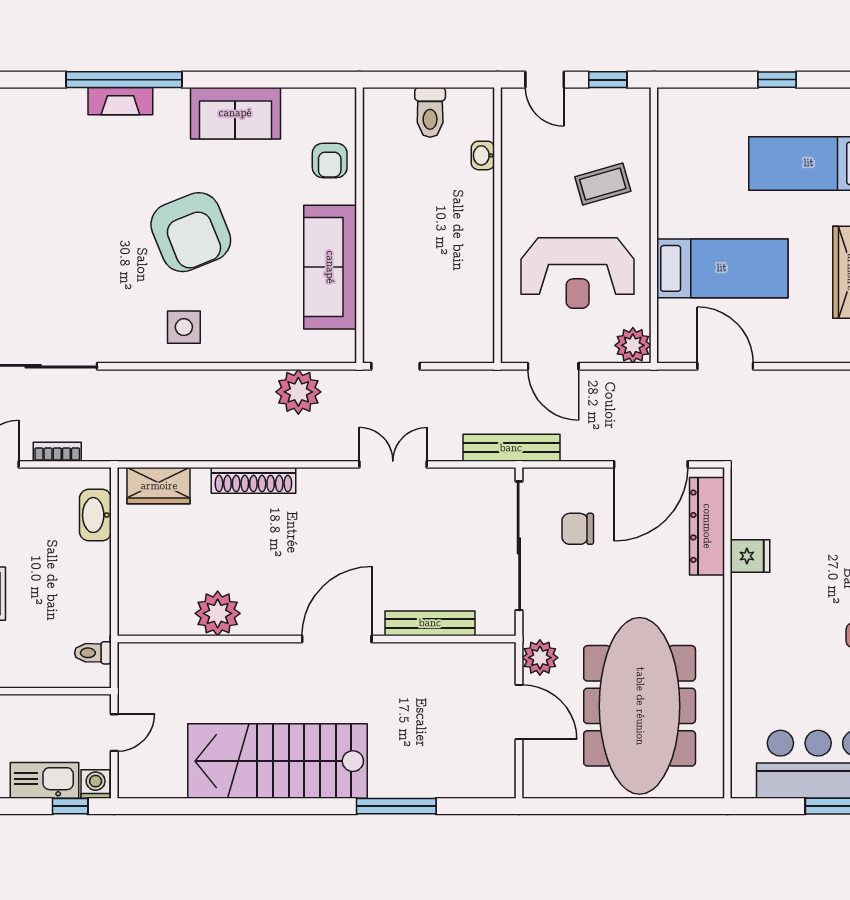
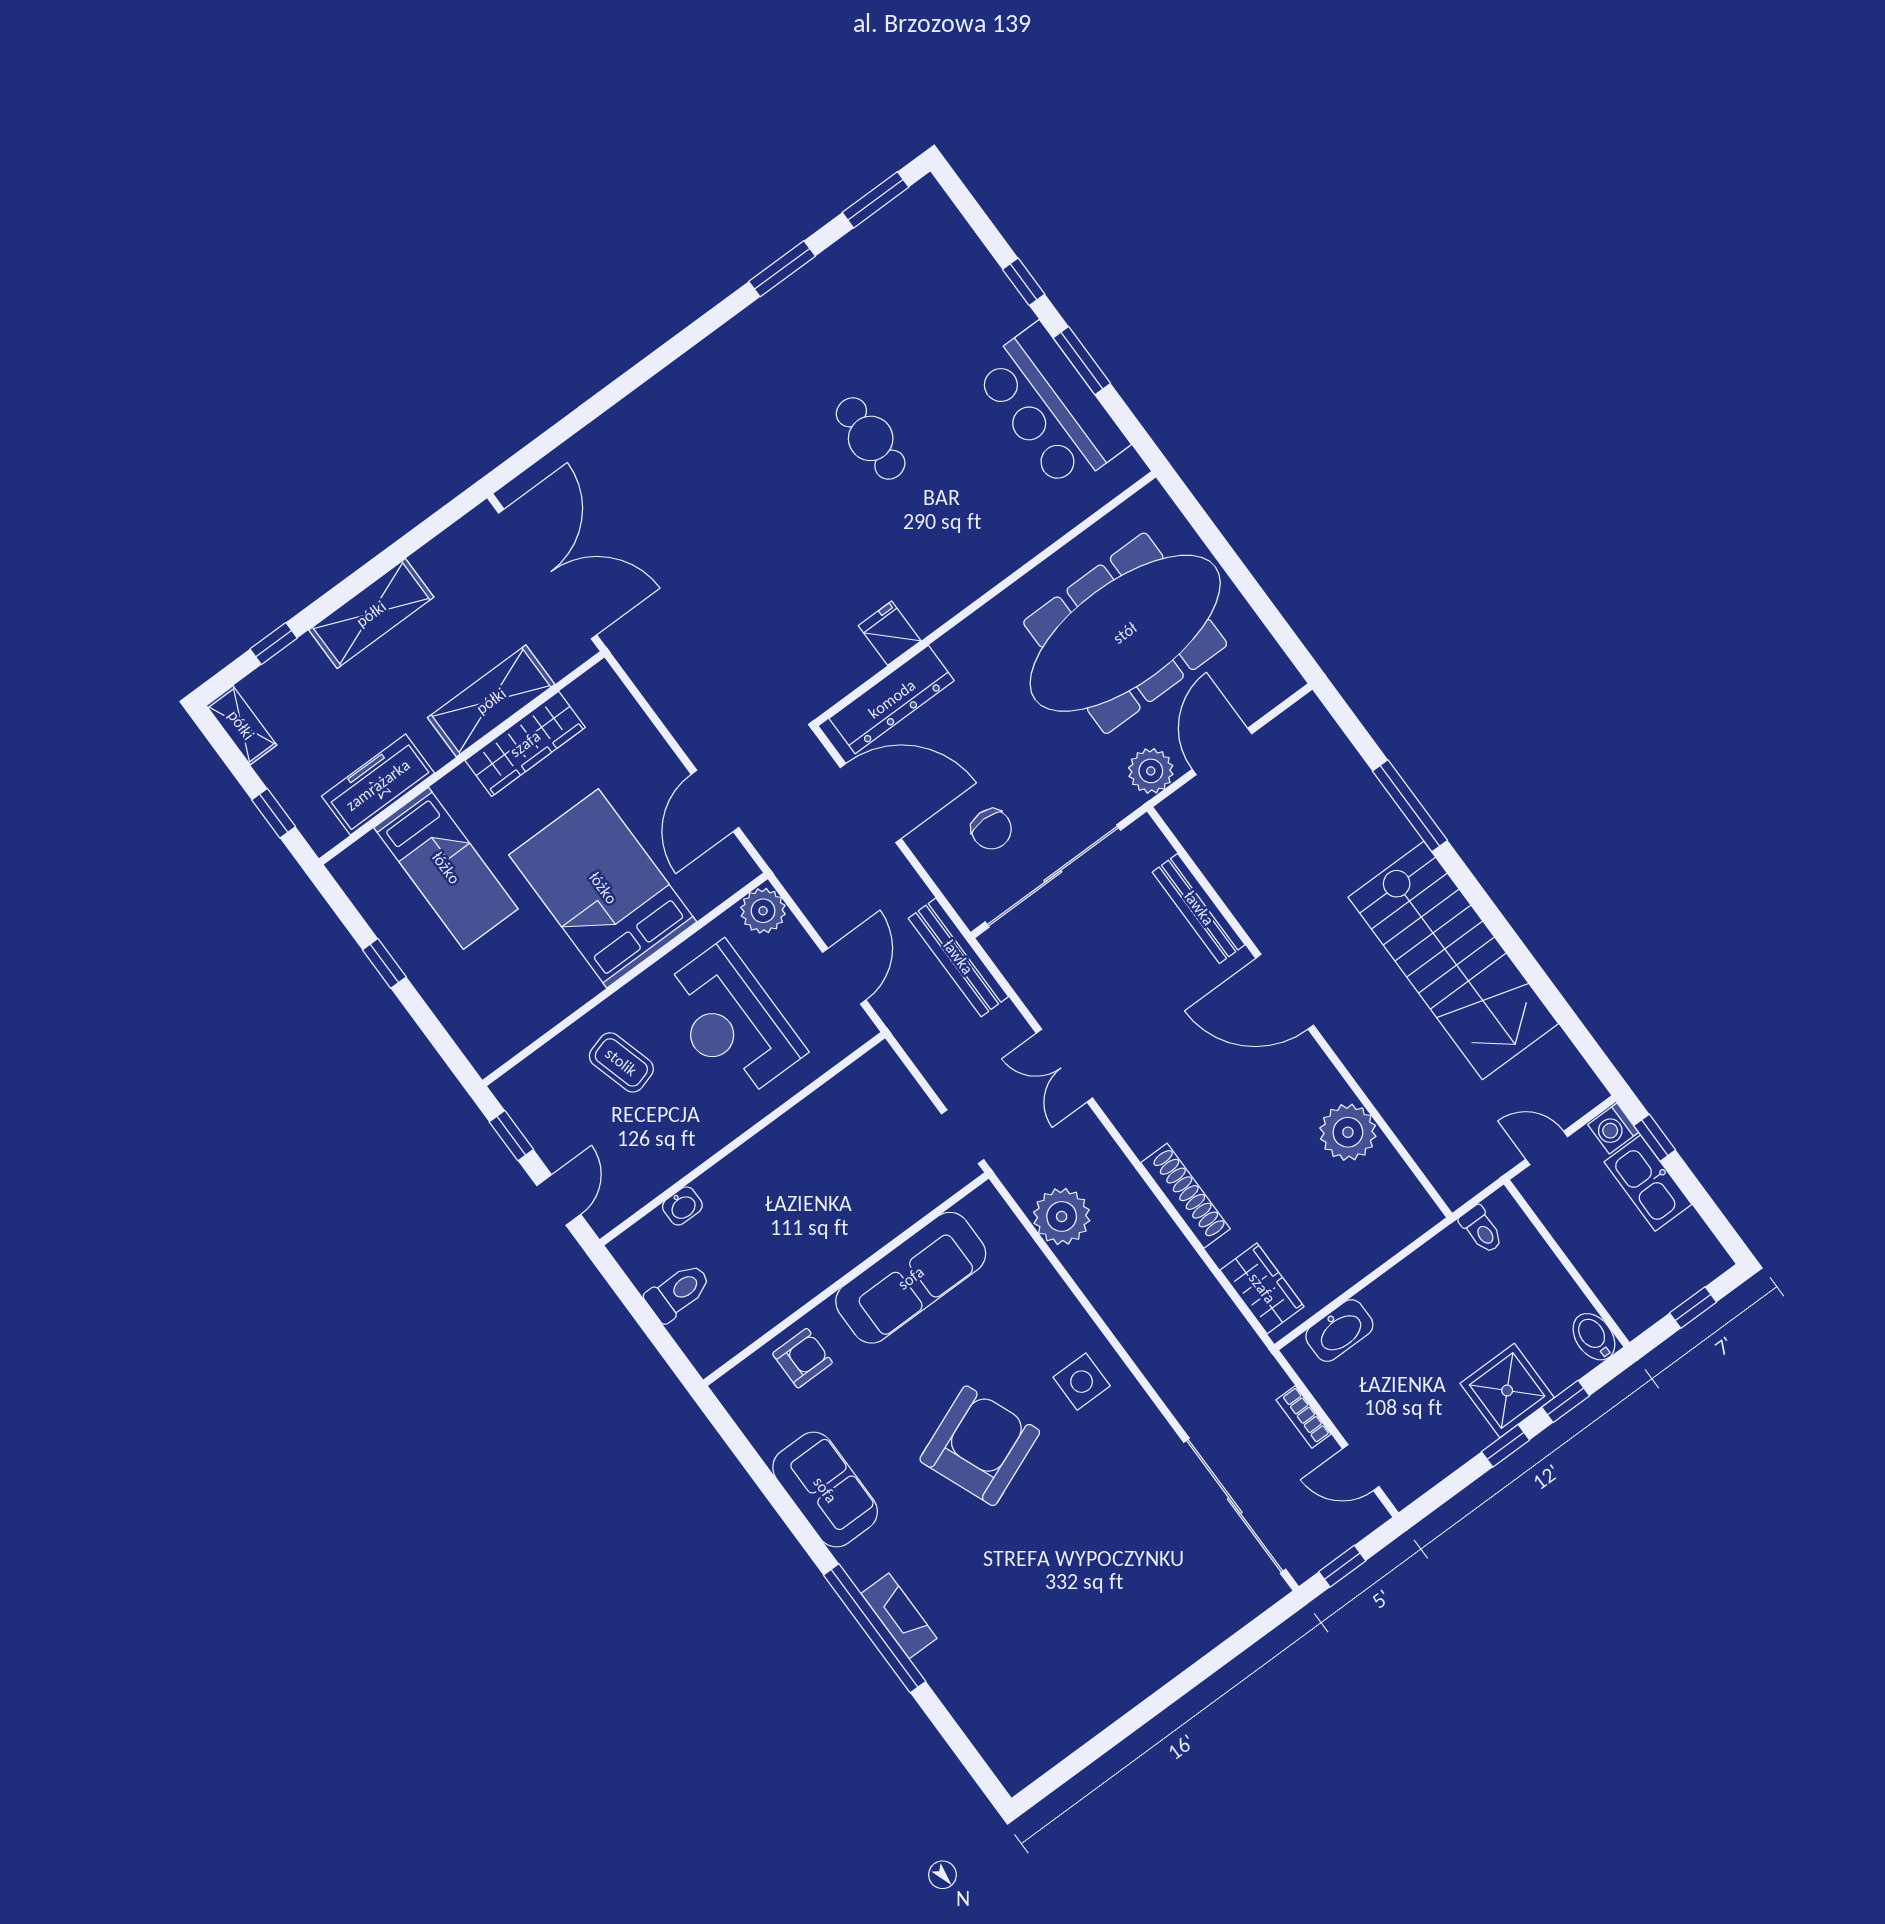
bed: (722, 268) -> (603, 888), width x1.50
reception desk: (578, 273) -> (731, 1021), turned 180

